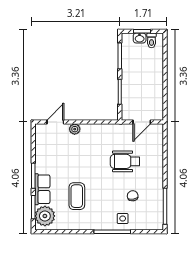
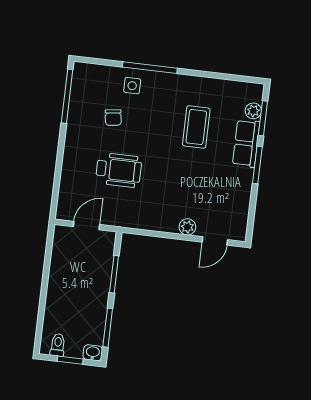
washbasin: (140, 38) -> (93, 353), moved
plant: (45, 216) -> (253, 111), width x0.53, depth x0.53

